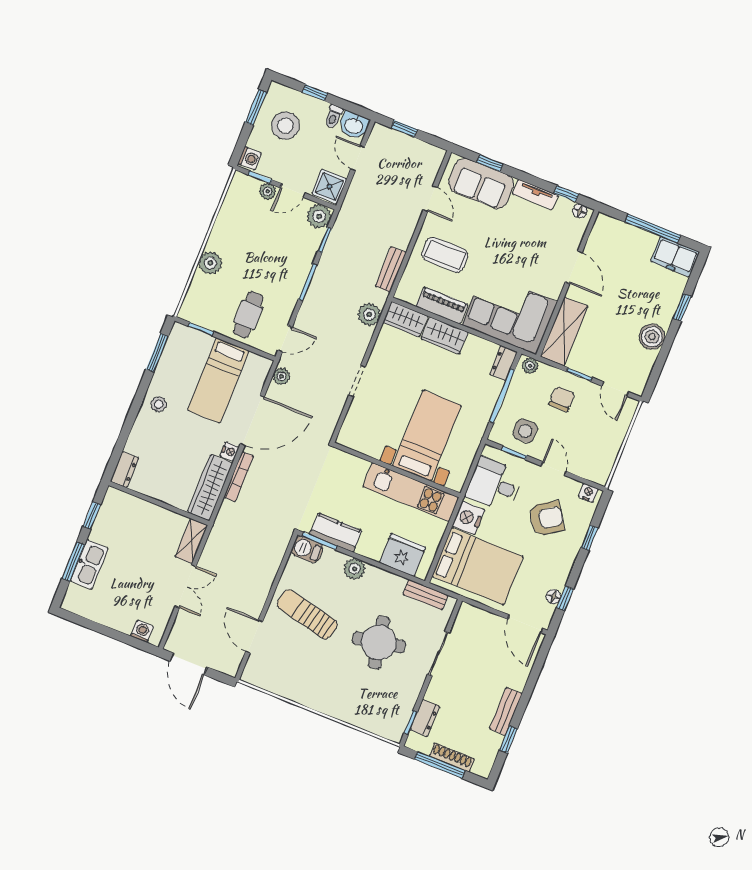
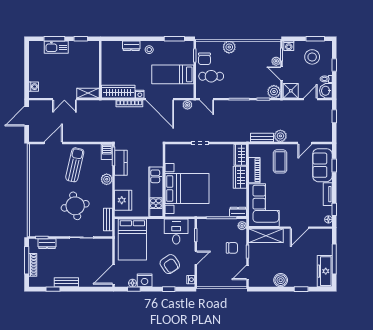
freezer: (675, 257) -> (325, 271), width x1.40
chair: (213, 314) -> (204, 59), added
plant: (369, 315) -> (280, 136), moved
side table: (525, 431) -> (209, 236), removed
bed with nightstands: (427, 436) -> (187, 189), width x1.36
dresser: (124, 470) -> (131, 46), moved
nightstand: (468, 518) -> (145, 280), moved, turned 180

